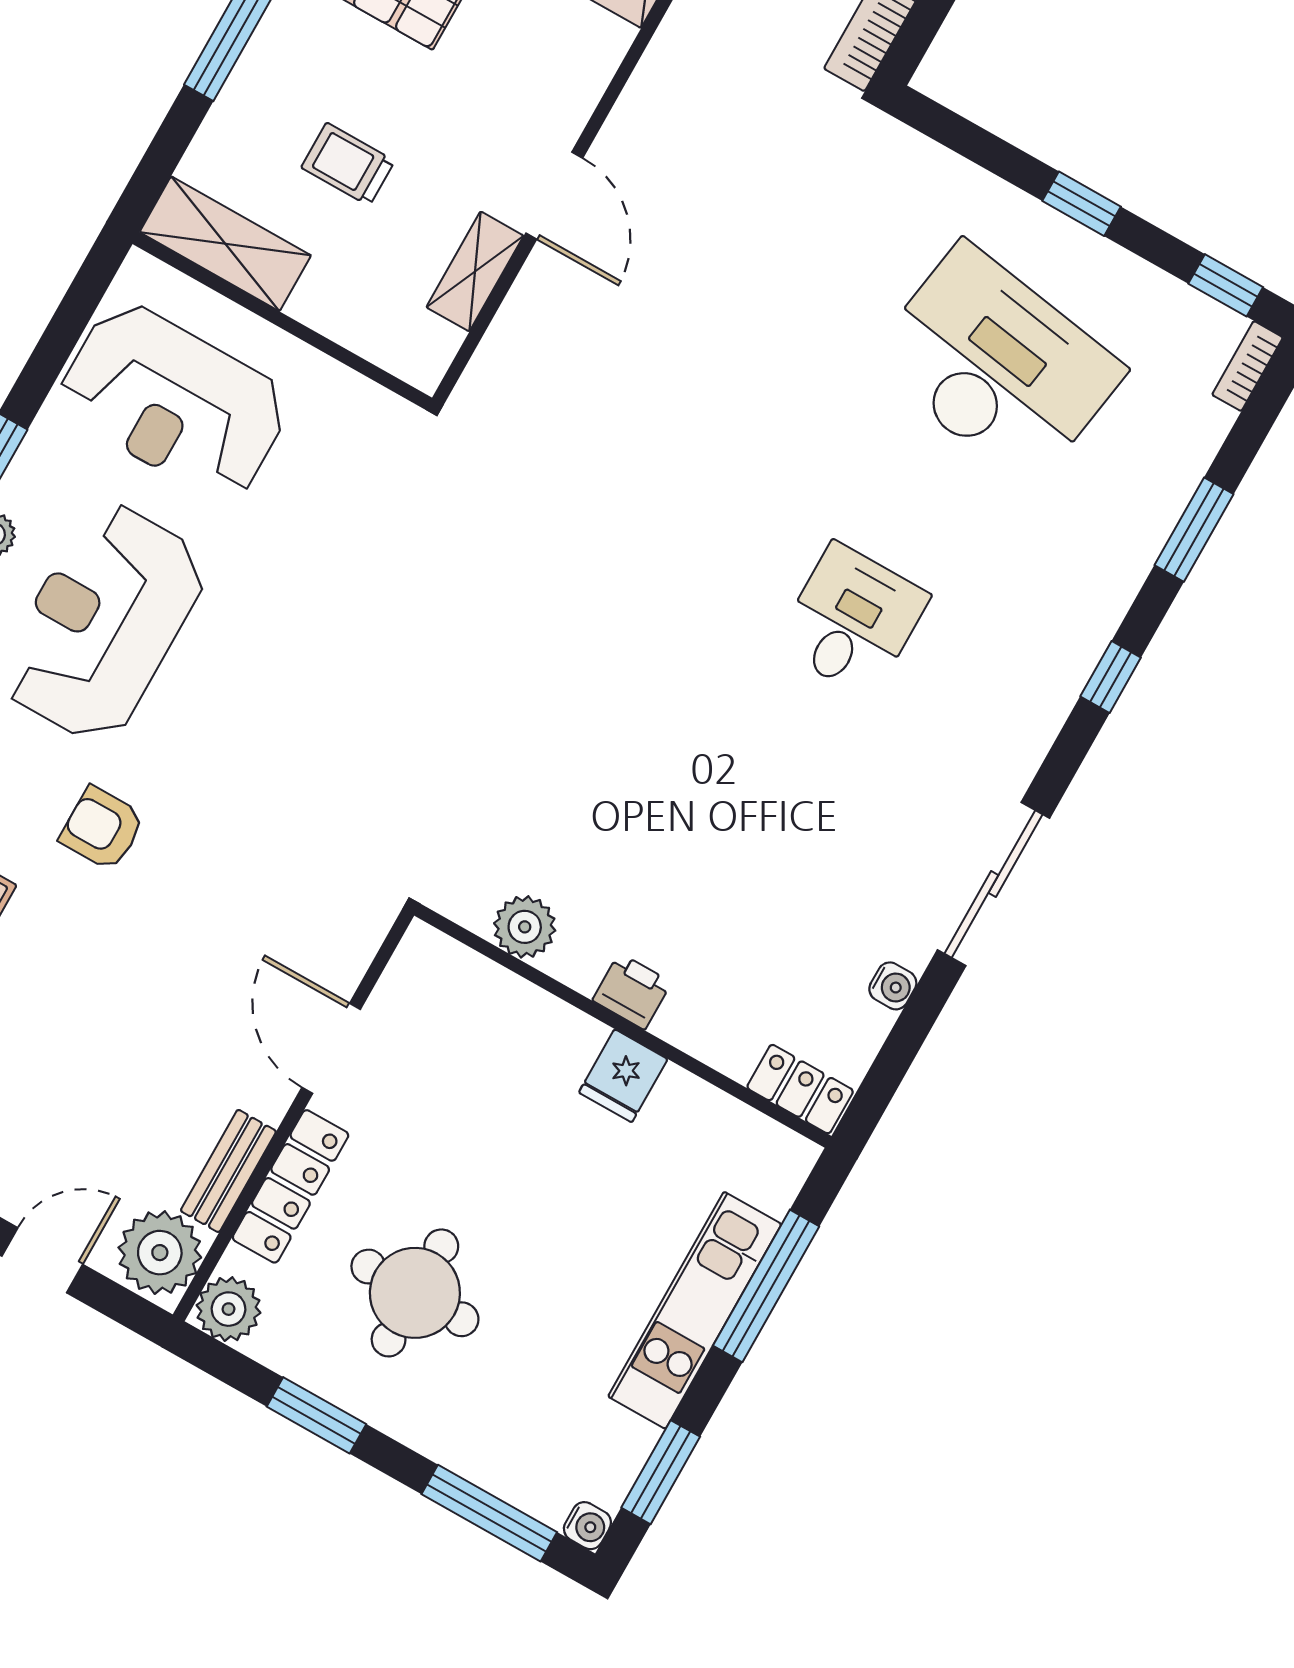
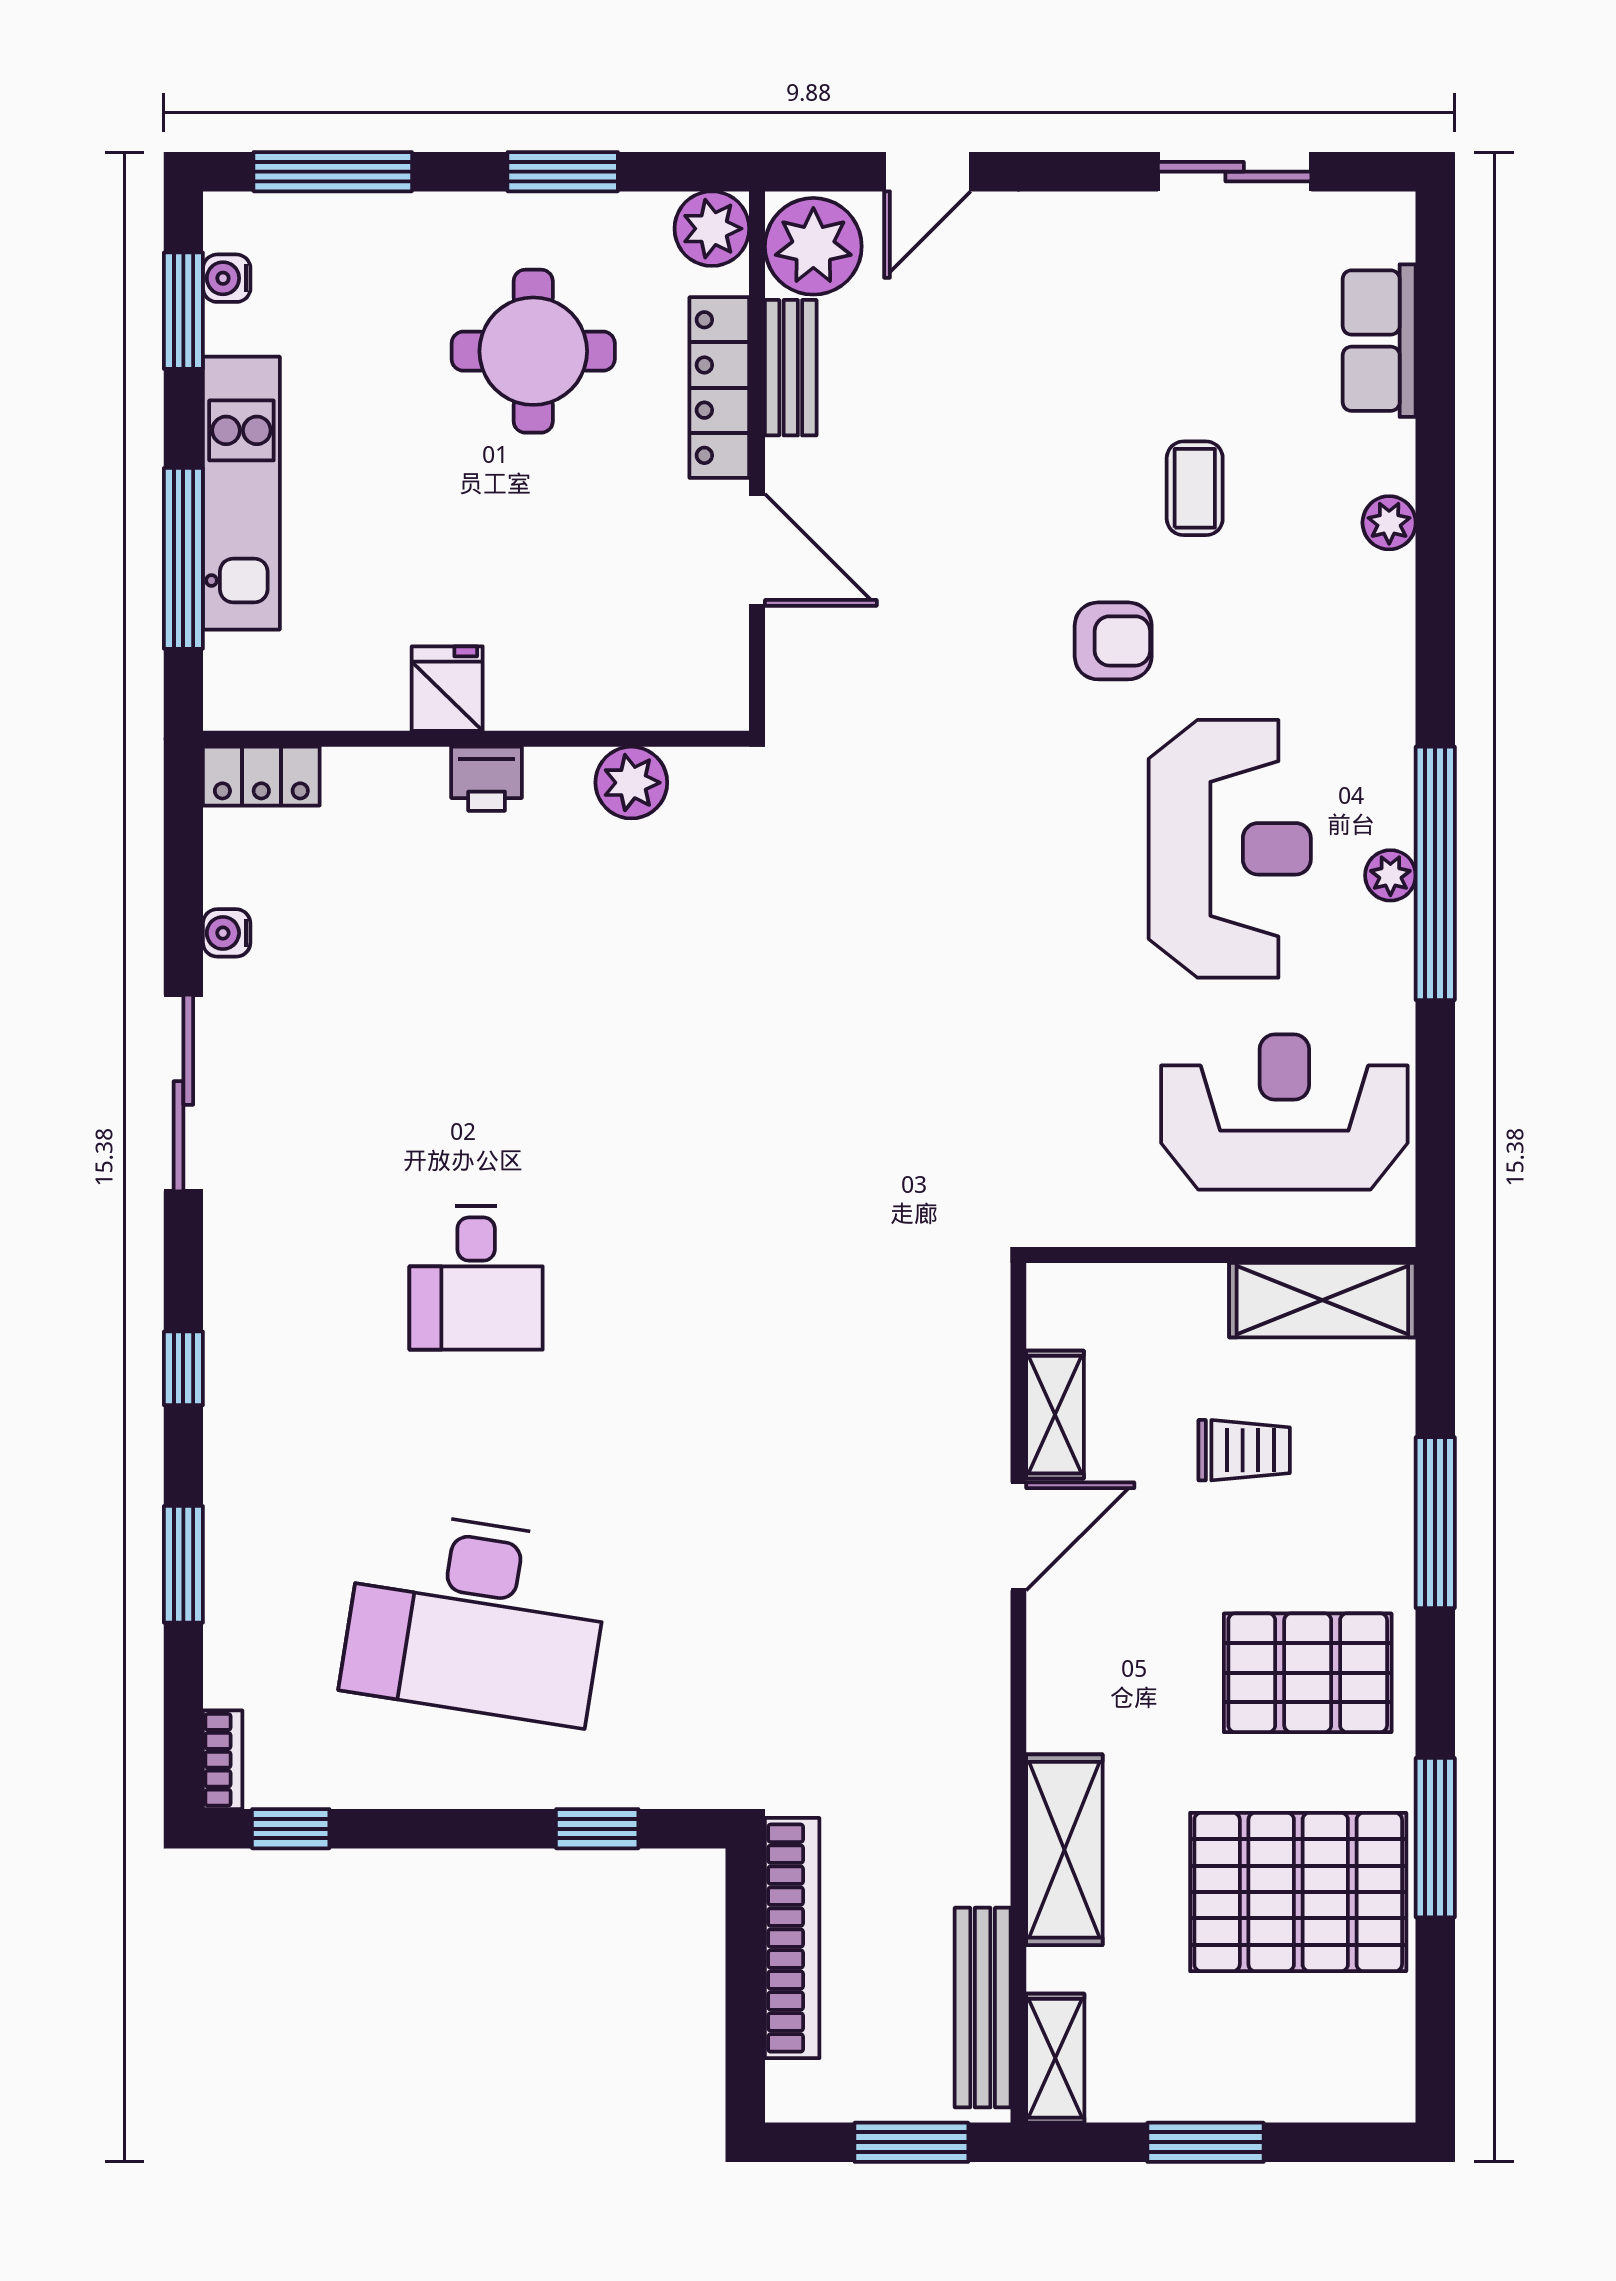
door: (554, 196) -> (1018, 1536), swing flipped
window: (1082, 204) -> (597, 1829), moved
water cooler: (587, 1526) -> (227, 278), moved

